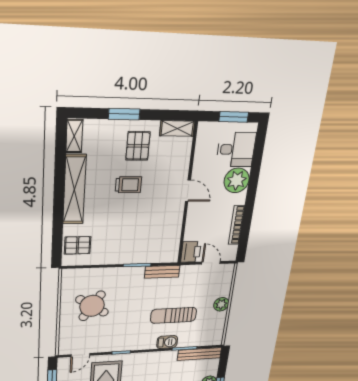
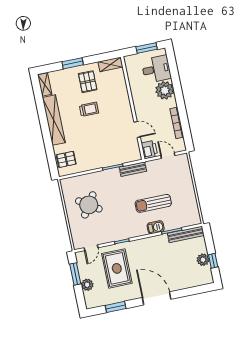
door: (188, 191) -> (137, 130), moved
plant: (221, 304) -> (188, 188), removed

